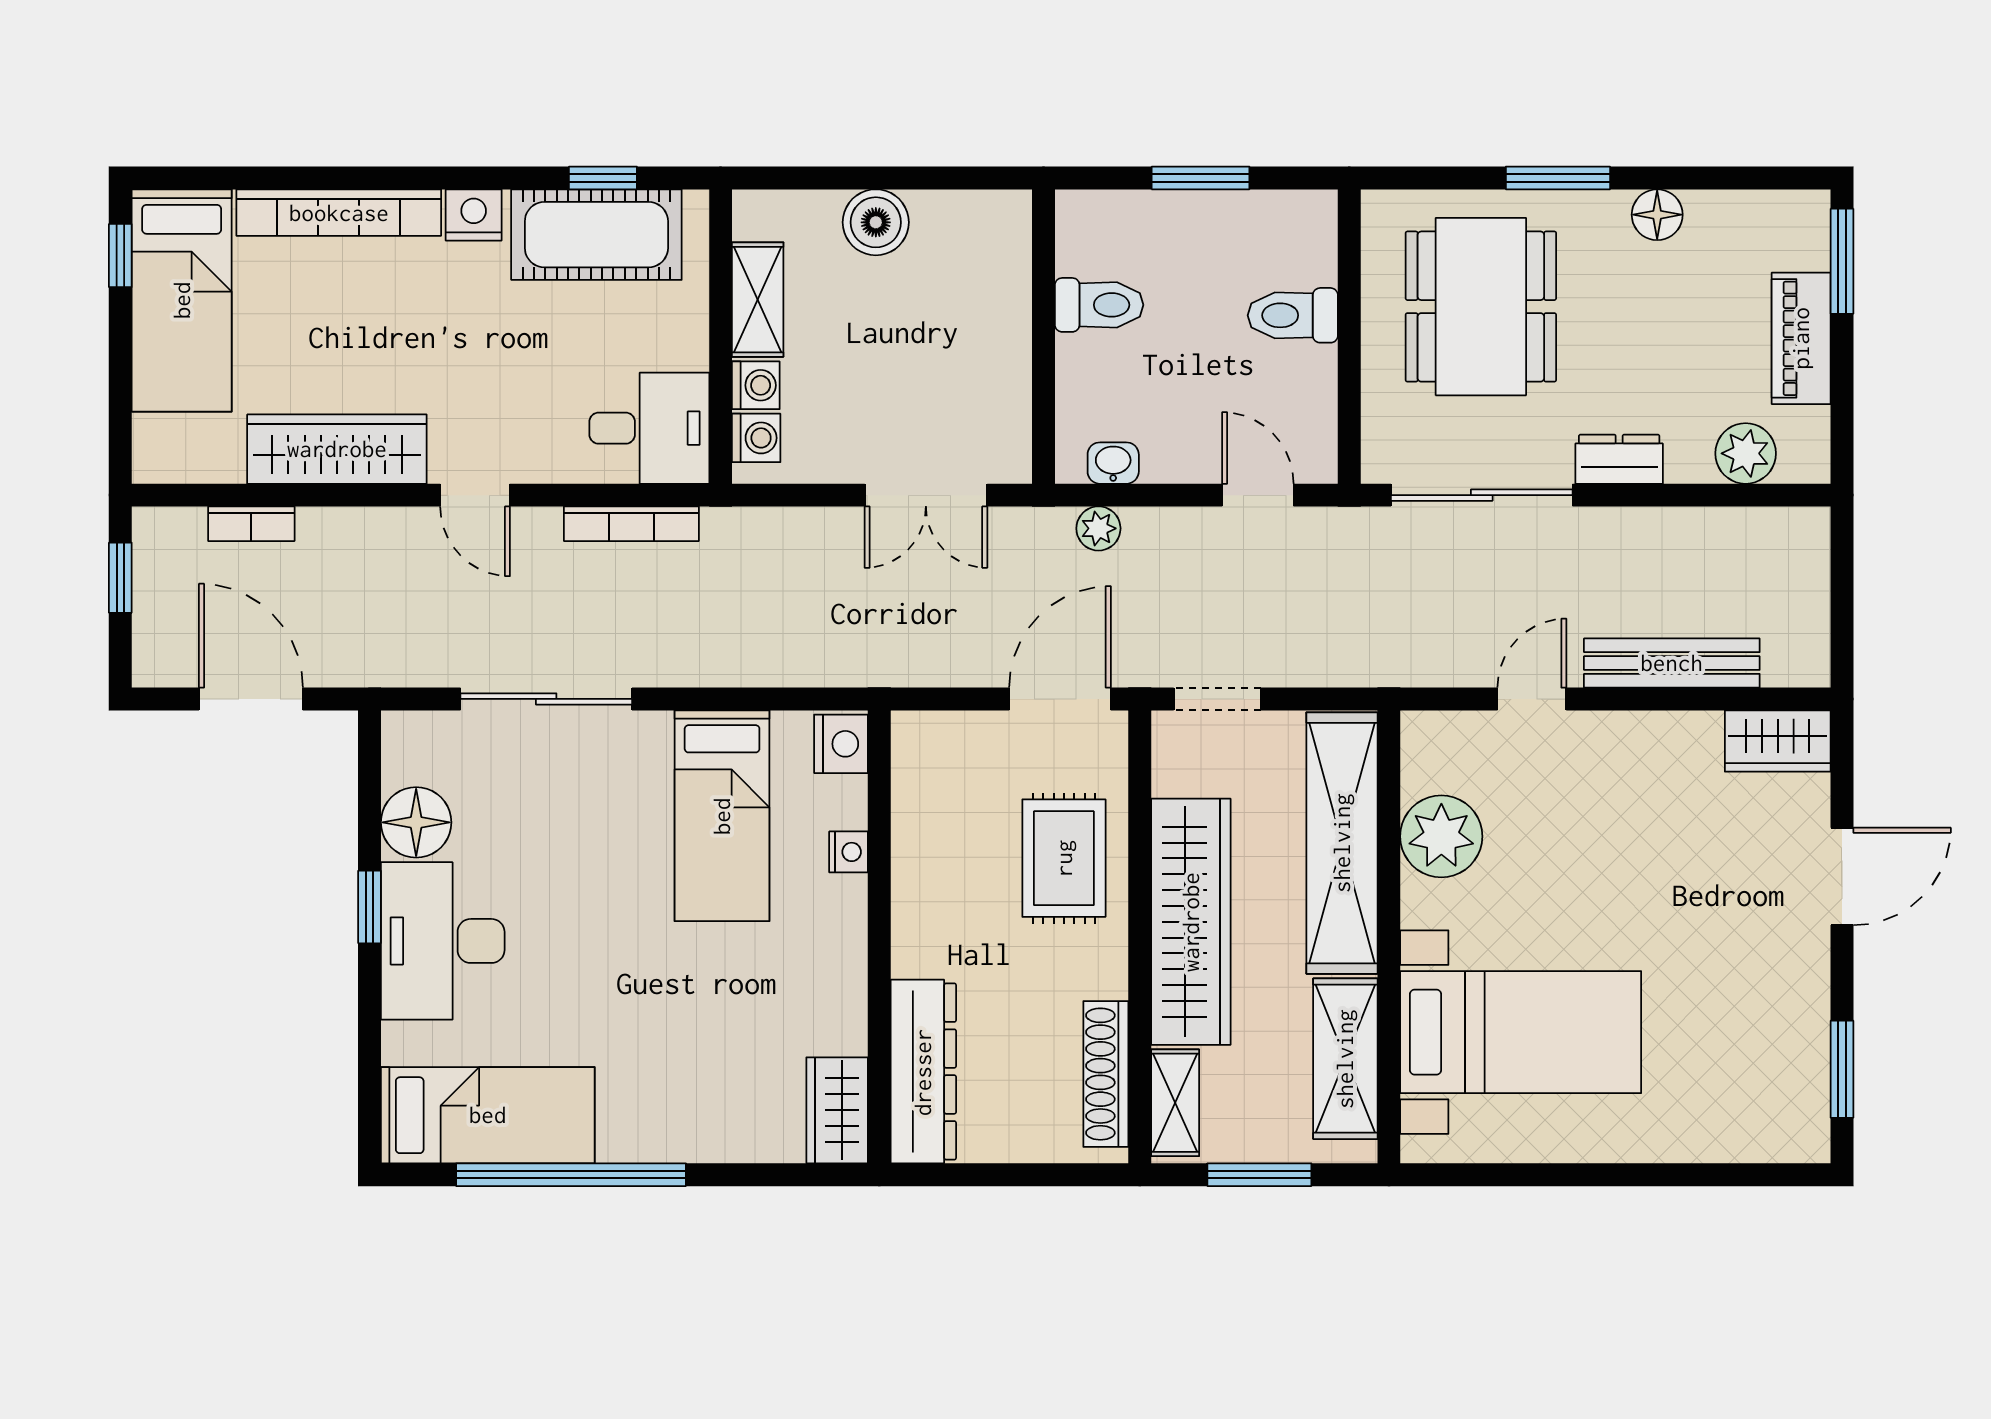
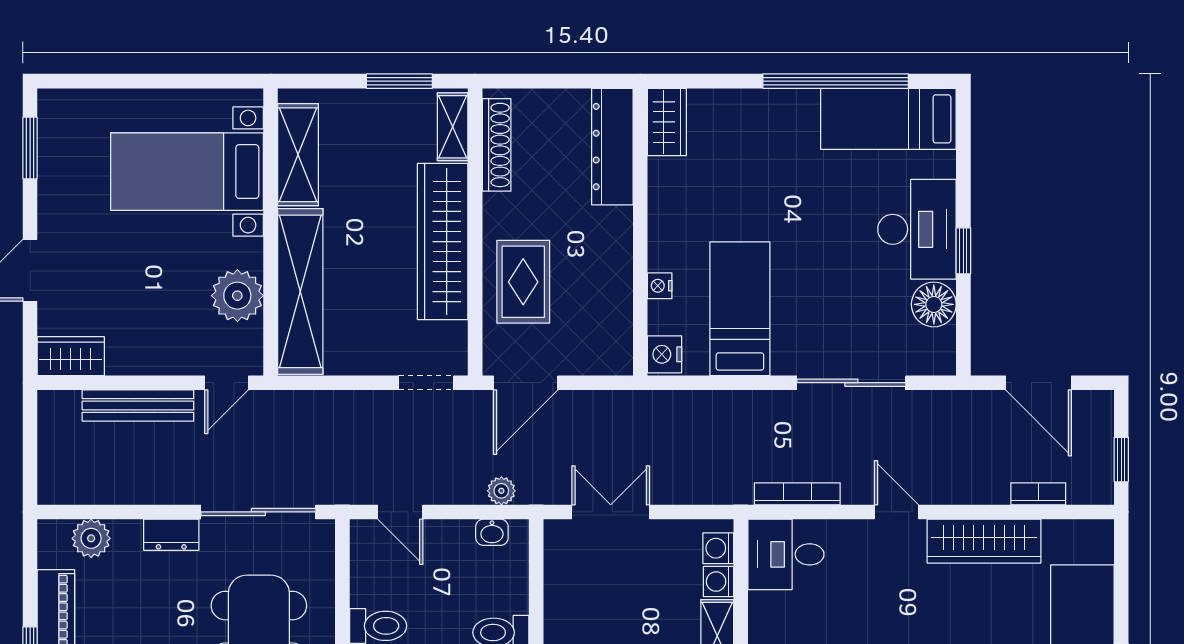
plant: (1441, 836) -> (237, 296), moved
shelving: (1342, 843) -> (300, 291), moved
wall: (1389, 937) -> (271, 232), moved
bed with nightstands: (1521, 1032) -> (187, 172), moved
shelving: (1345, 1059) -> (298, 155), moved

